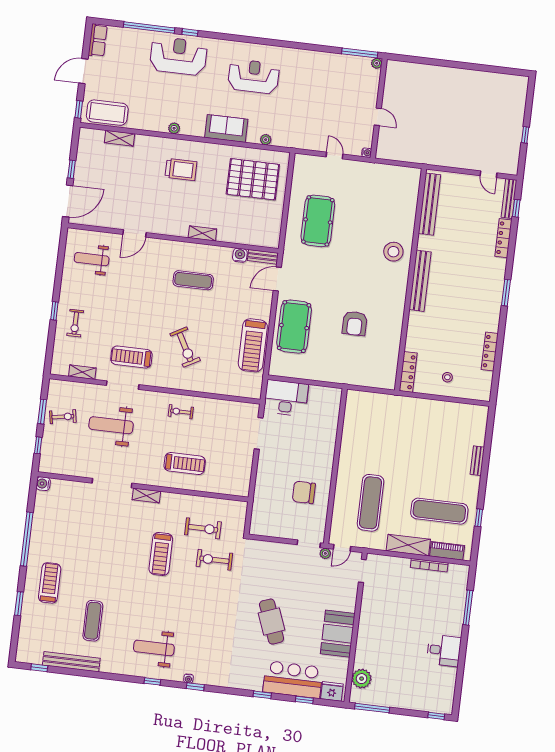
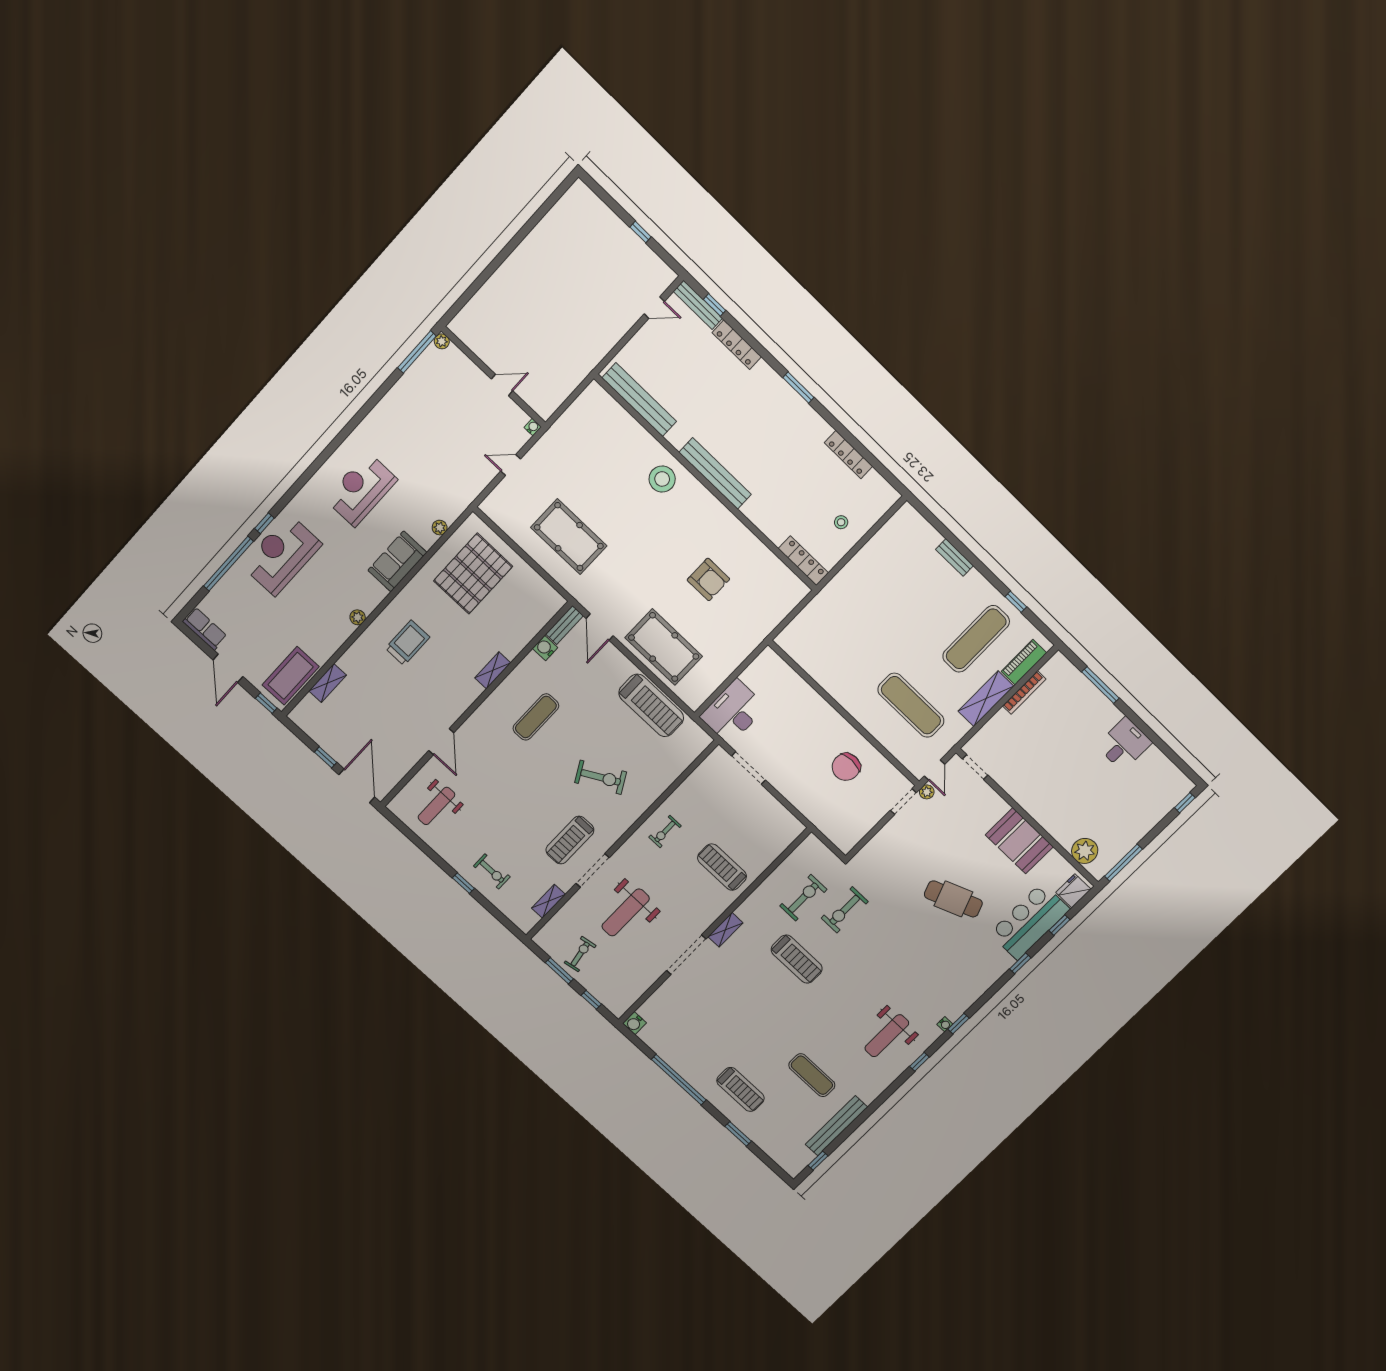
treadmill: (185, 464) -> (722, 867), turned -90
treadmill: (50, 583) -> (741, 1089), turned 180

